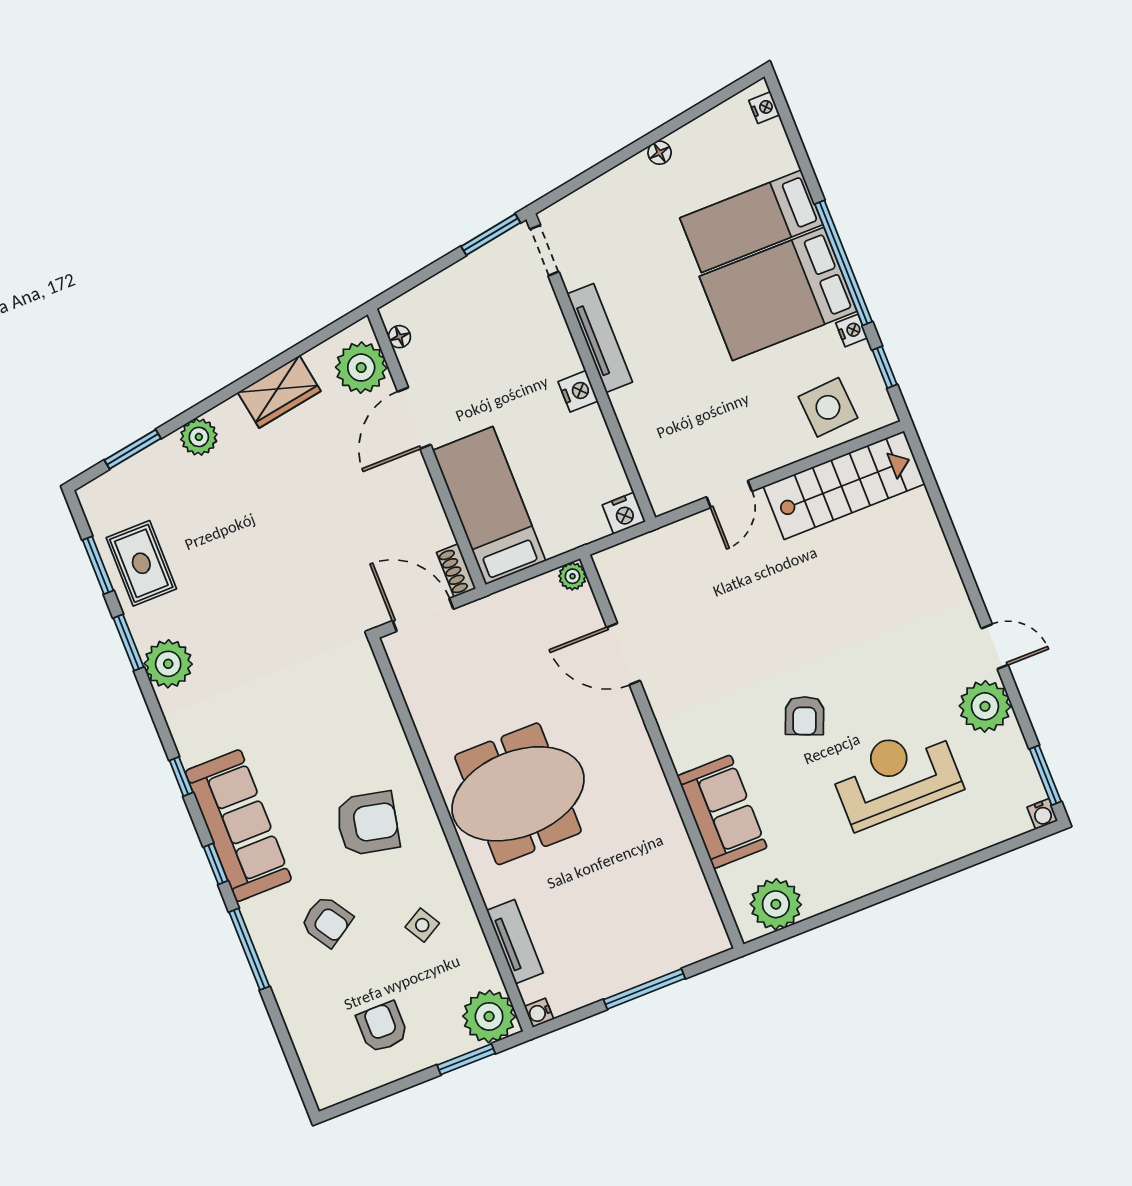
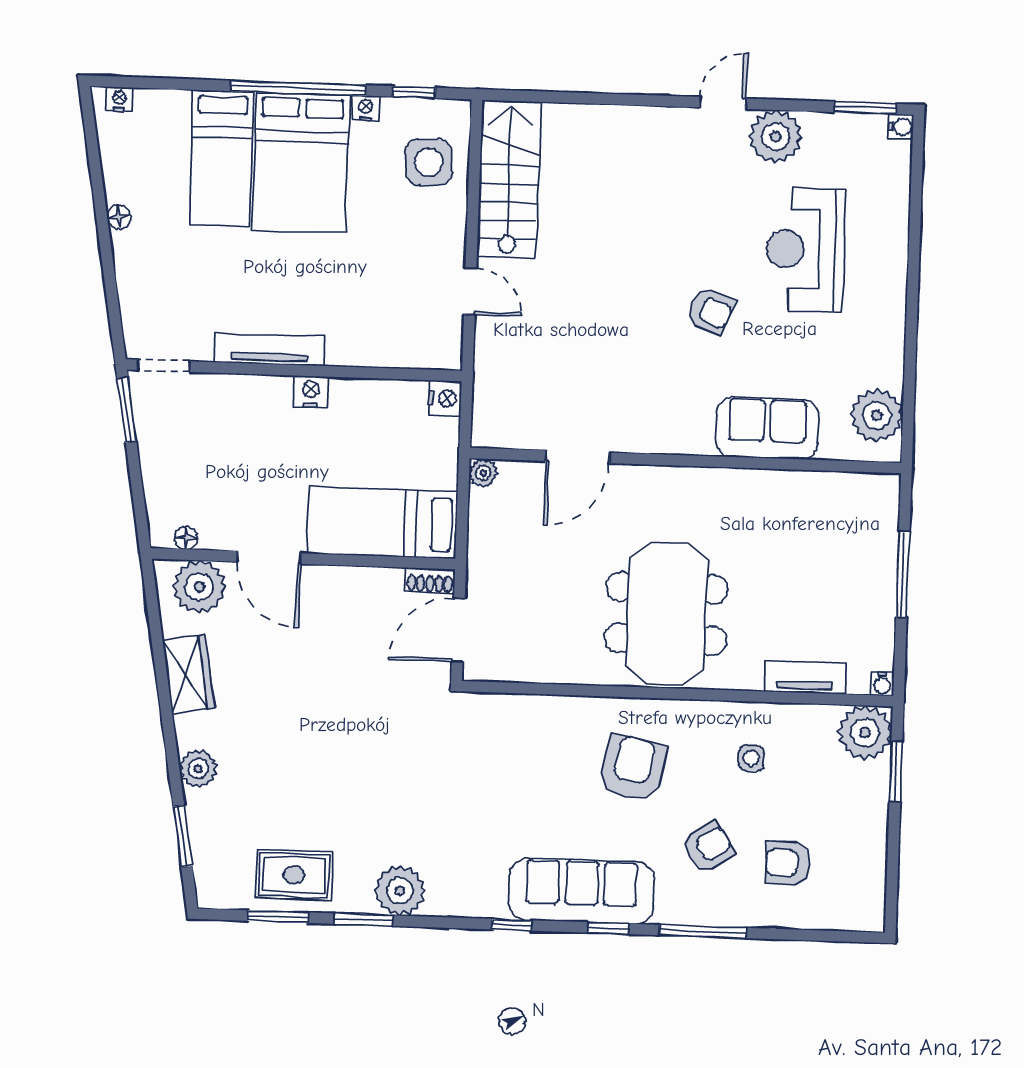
side table: (422, 925) -> (751, 758), turned 30
armchair: (382, 1027) -> (788, 863), moved

